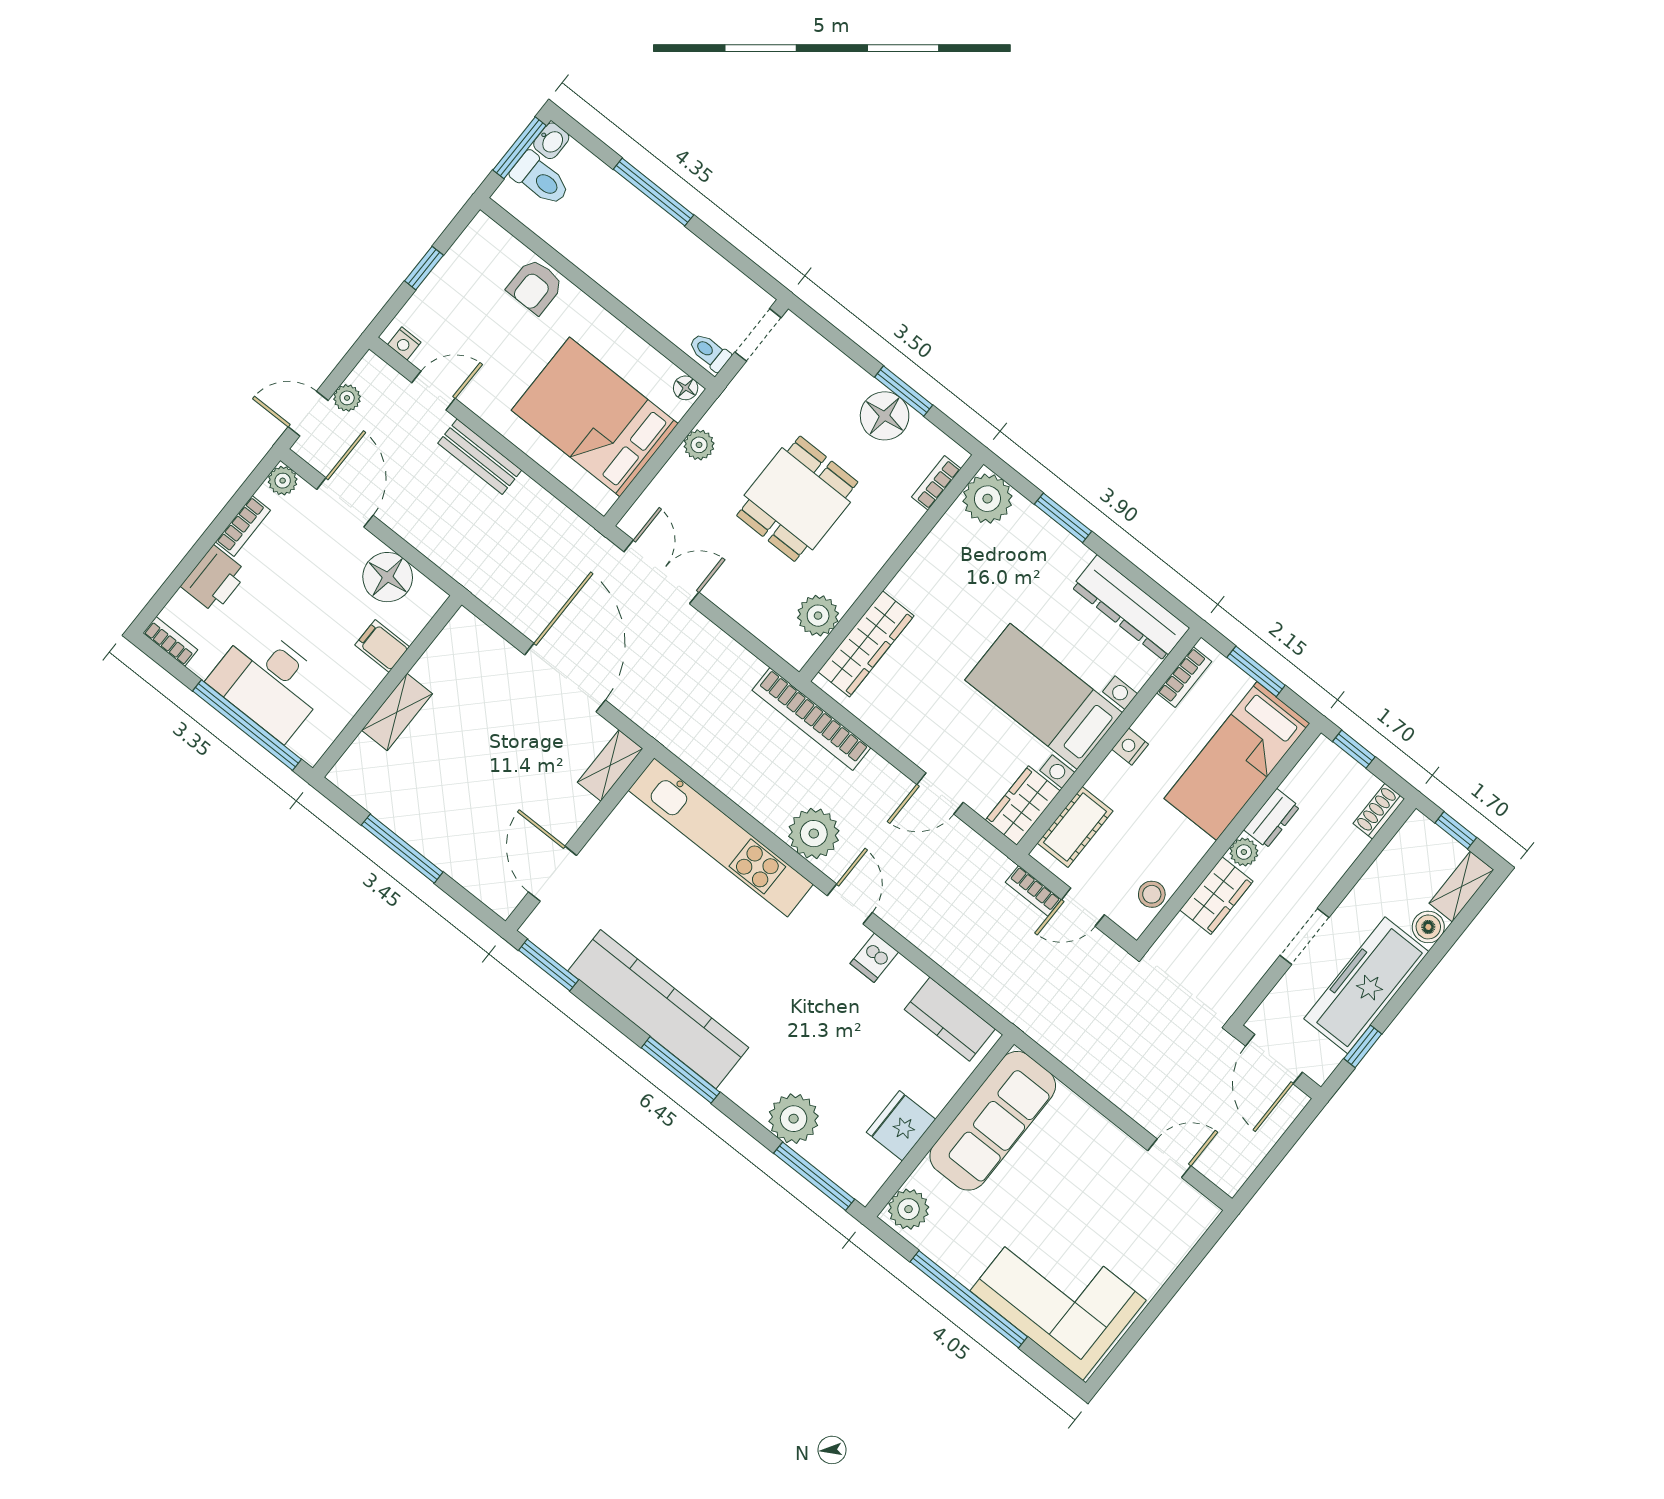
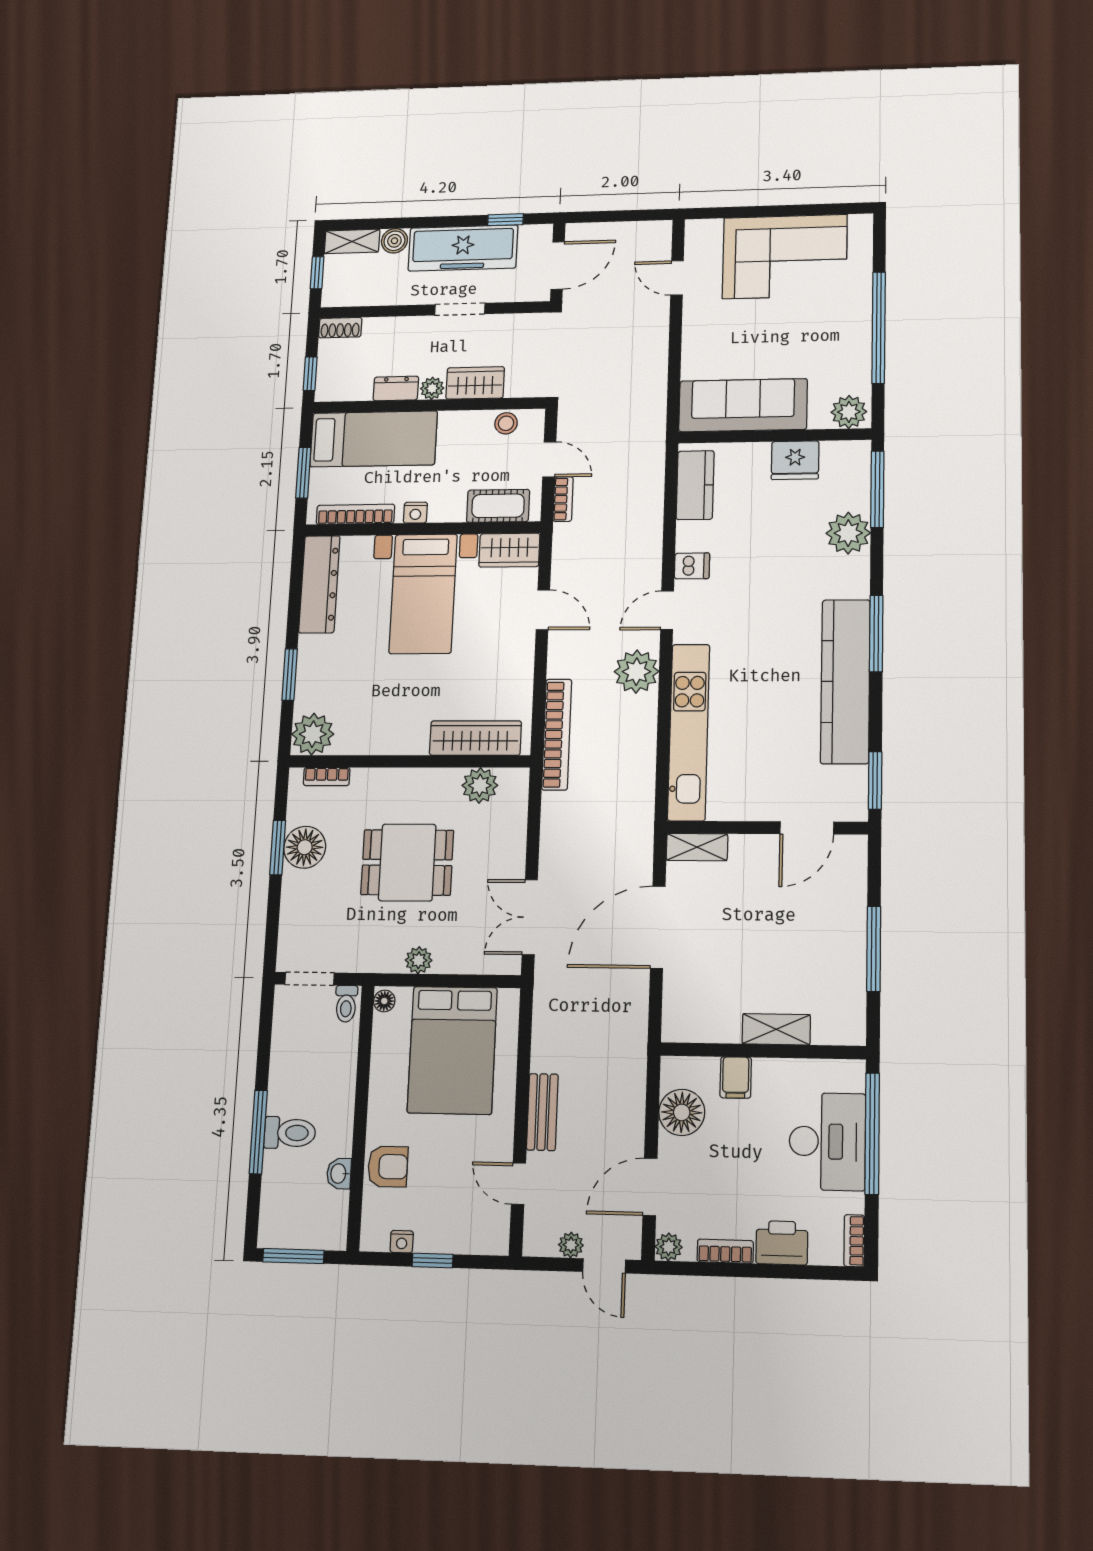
washbasin: (551, 141) -> (339, 1174), moved, turned -90
toilet: (540, 179) -> (290, 1133), moved, turned 90
nightstand: (404, 343) -> (402, 1242), moved, turned 90
bookcase: (1184, 677) -> (355, 514), width x1.56
corner sofa: (1058, 1296) -> (785, 257), moved, turned -90

